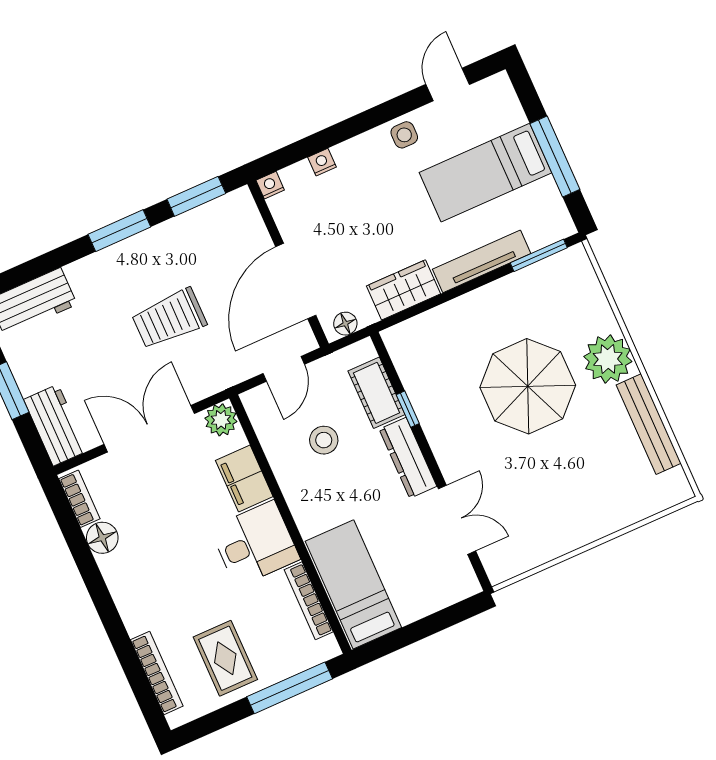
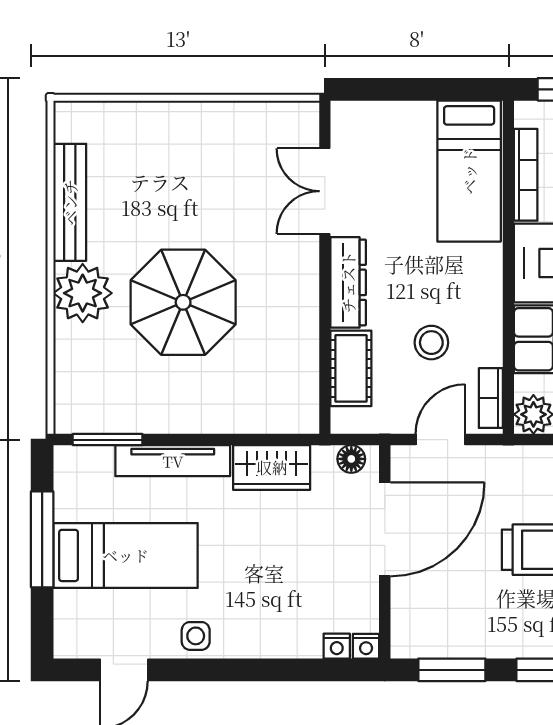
nightstand: (322, 162) -> (337, 646), moved
window: (408, 409) -> (325, 336), removed
bookcase: (259, 418) -> (491, 398), added

